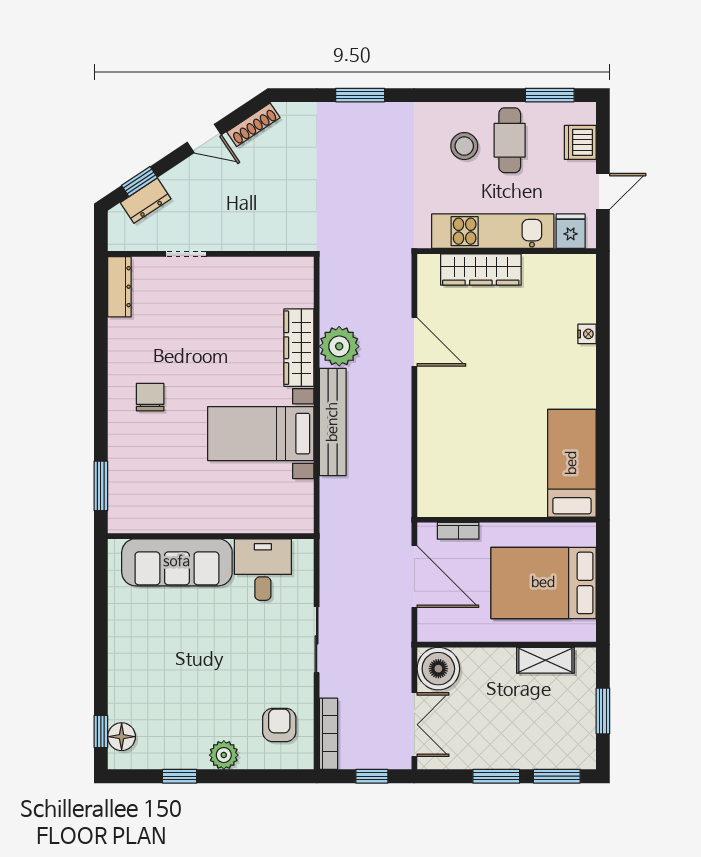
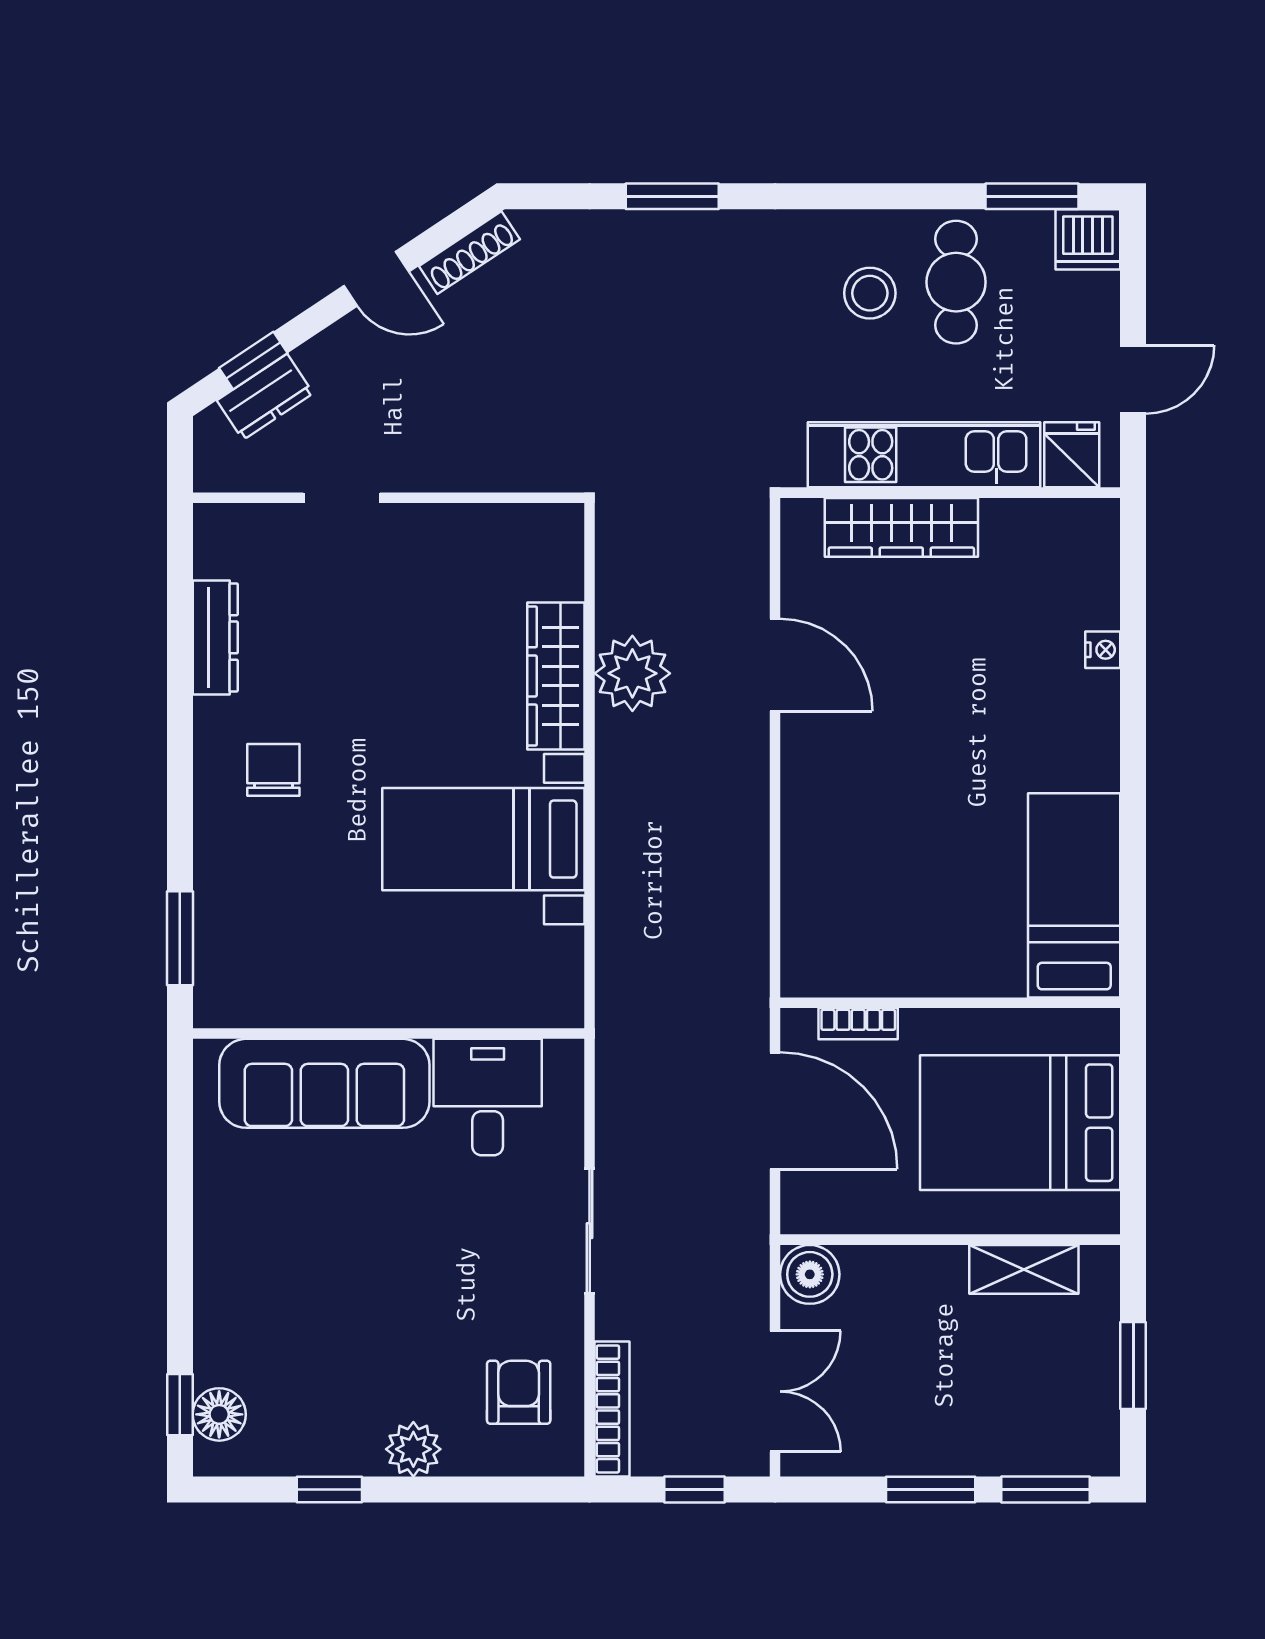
dishwasher: (580, 142) -> (1088, 239), moved, turned -90
dresser: (119, 287) -> (215, 637), moved
bench: (333, 422) -> (620, 817), removed
boiler: (438, 669) -> (810, 1274), width x0.73, depth x0.73

